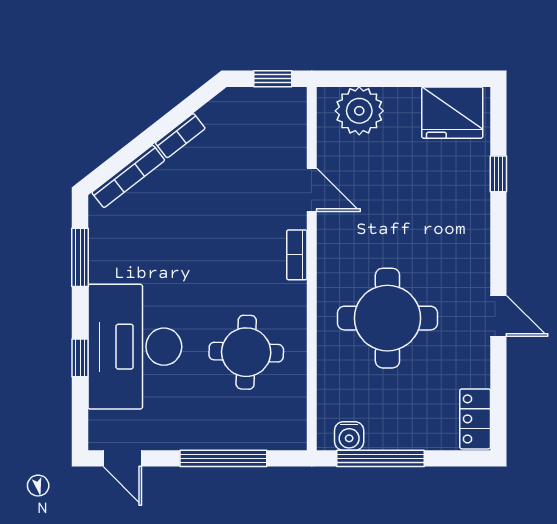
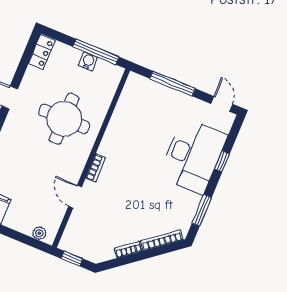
plant: (359, 111) -> (39, 233), width x0.53, depth x0.53
round table: (246, 352) -> (140, 131), removed
water cooler: (349, 436) -> (88, 61), moved

